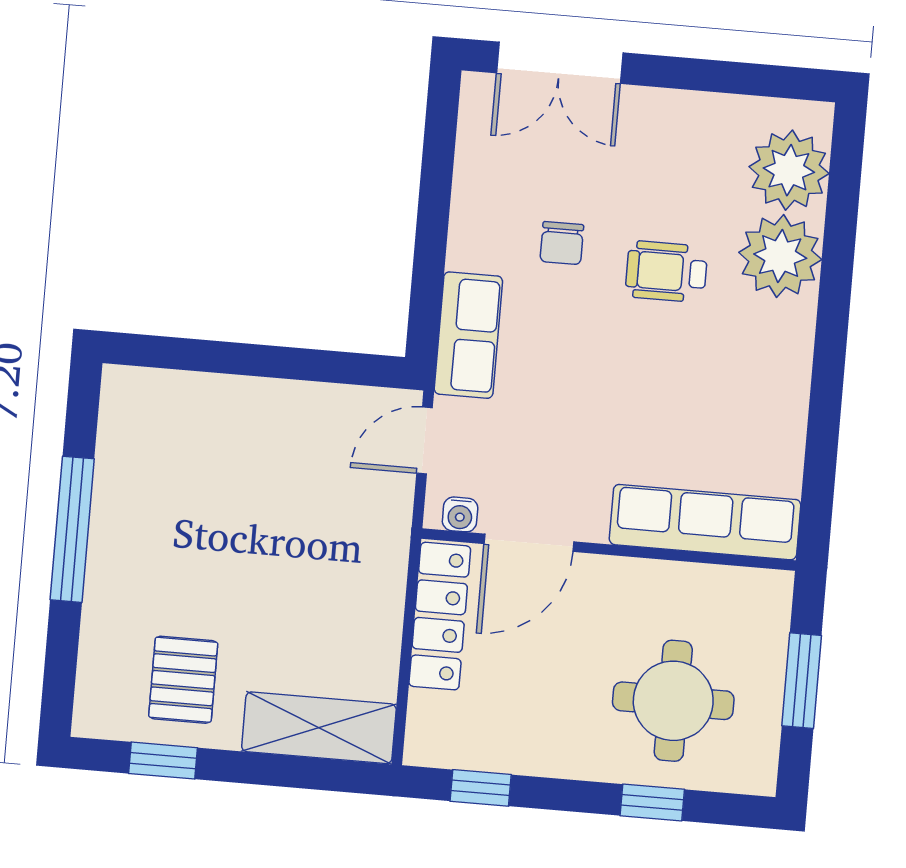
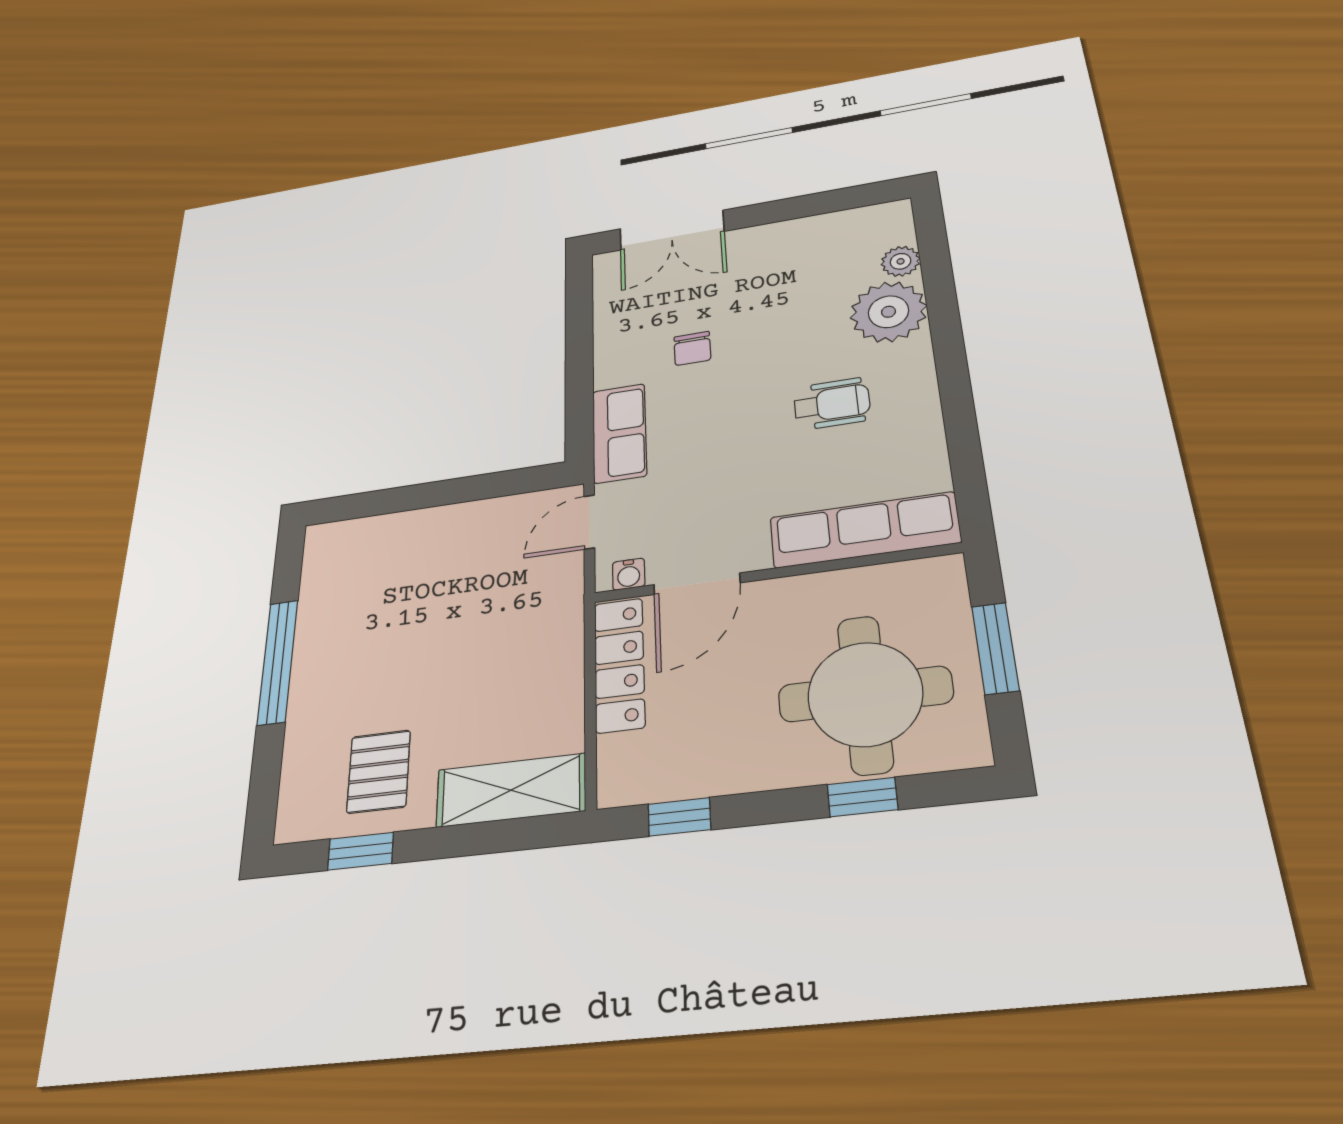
plant: (789, 170) -> (901, 261), width x0.53, depth x0.53
wheelchair: (666, 272) -> (832, 404), moved, turned 180
round table: (673, 701) -> (865, 694), width x1.36, depth x1.36

